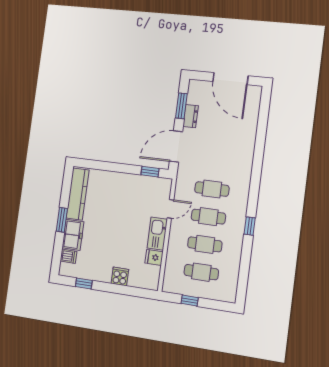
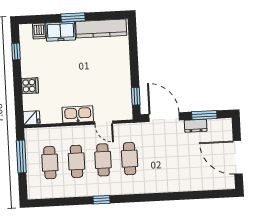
door: (230, 79) -> (238, 157), hinge flipped
fridge: (154, 257) -> (32, 118), moved, turned 90
window: (190, 301) -> (21, 156), width x2.17

